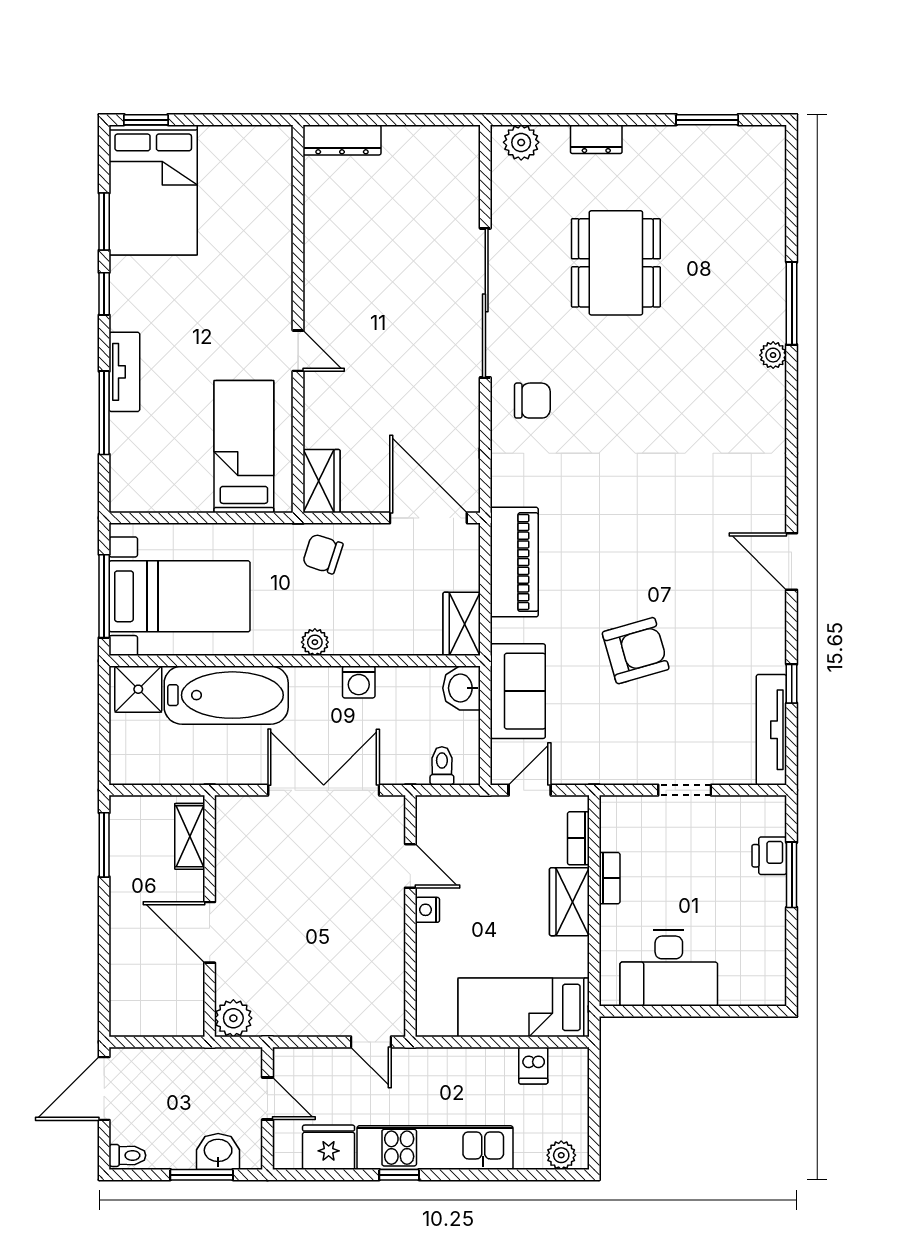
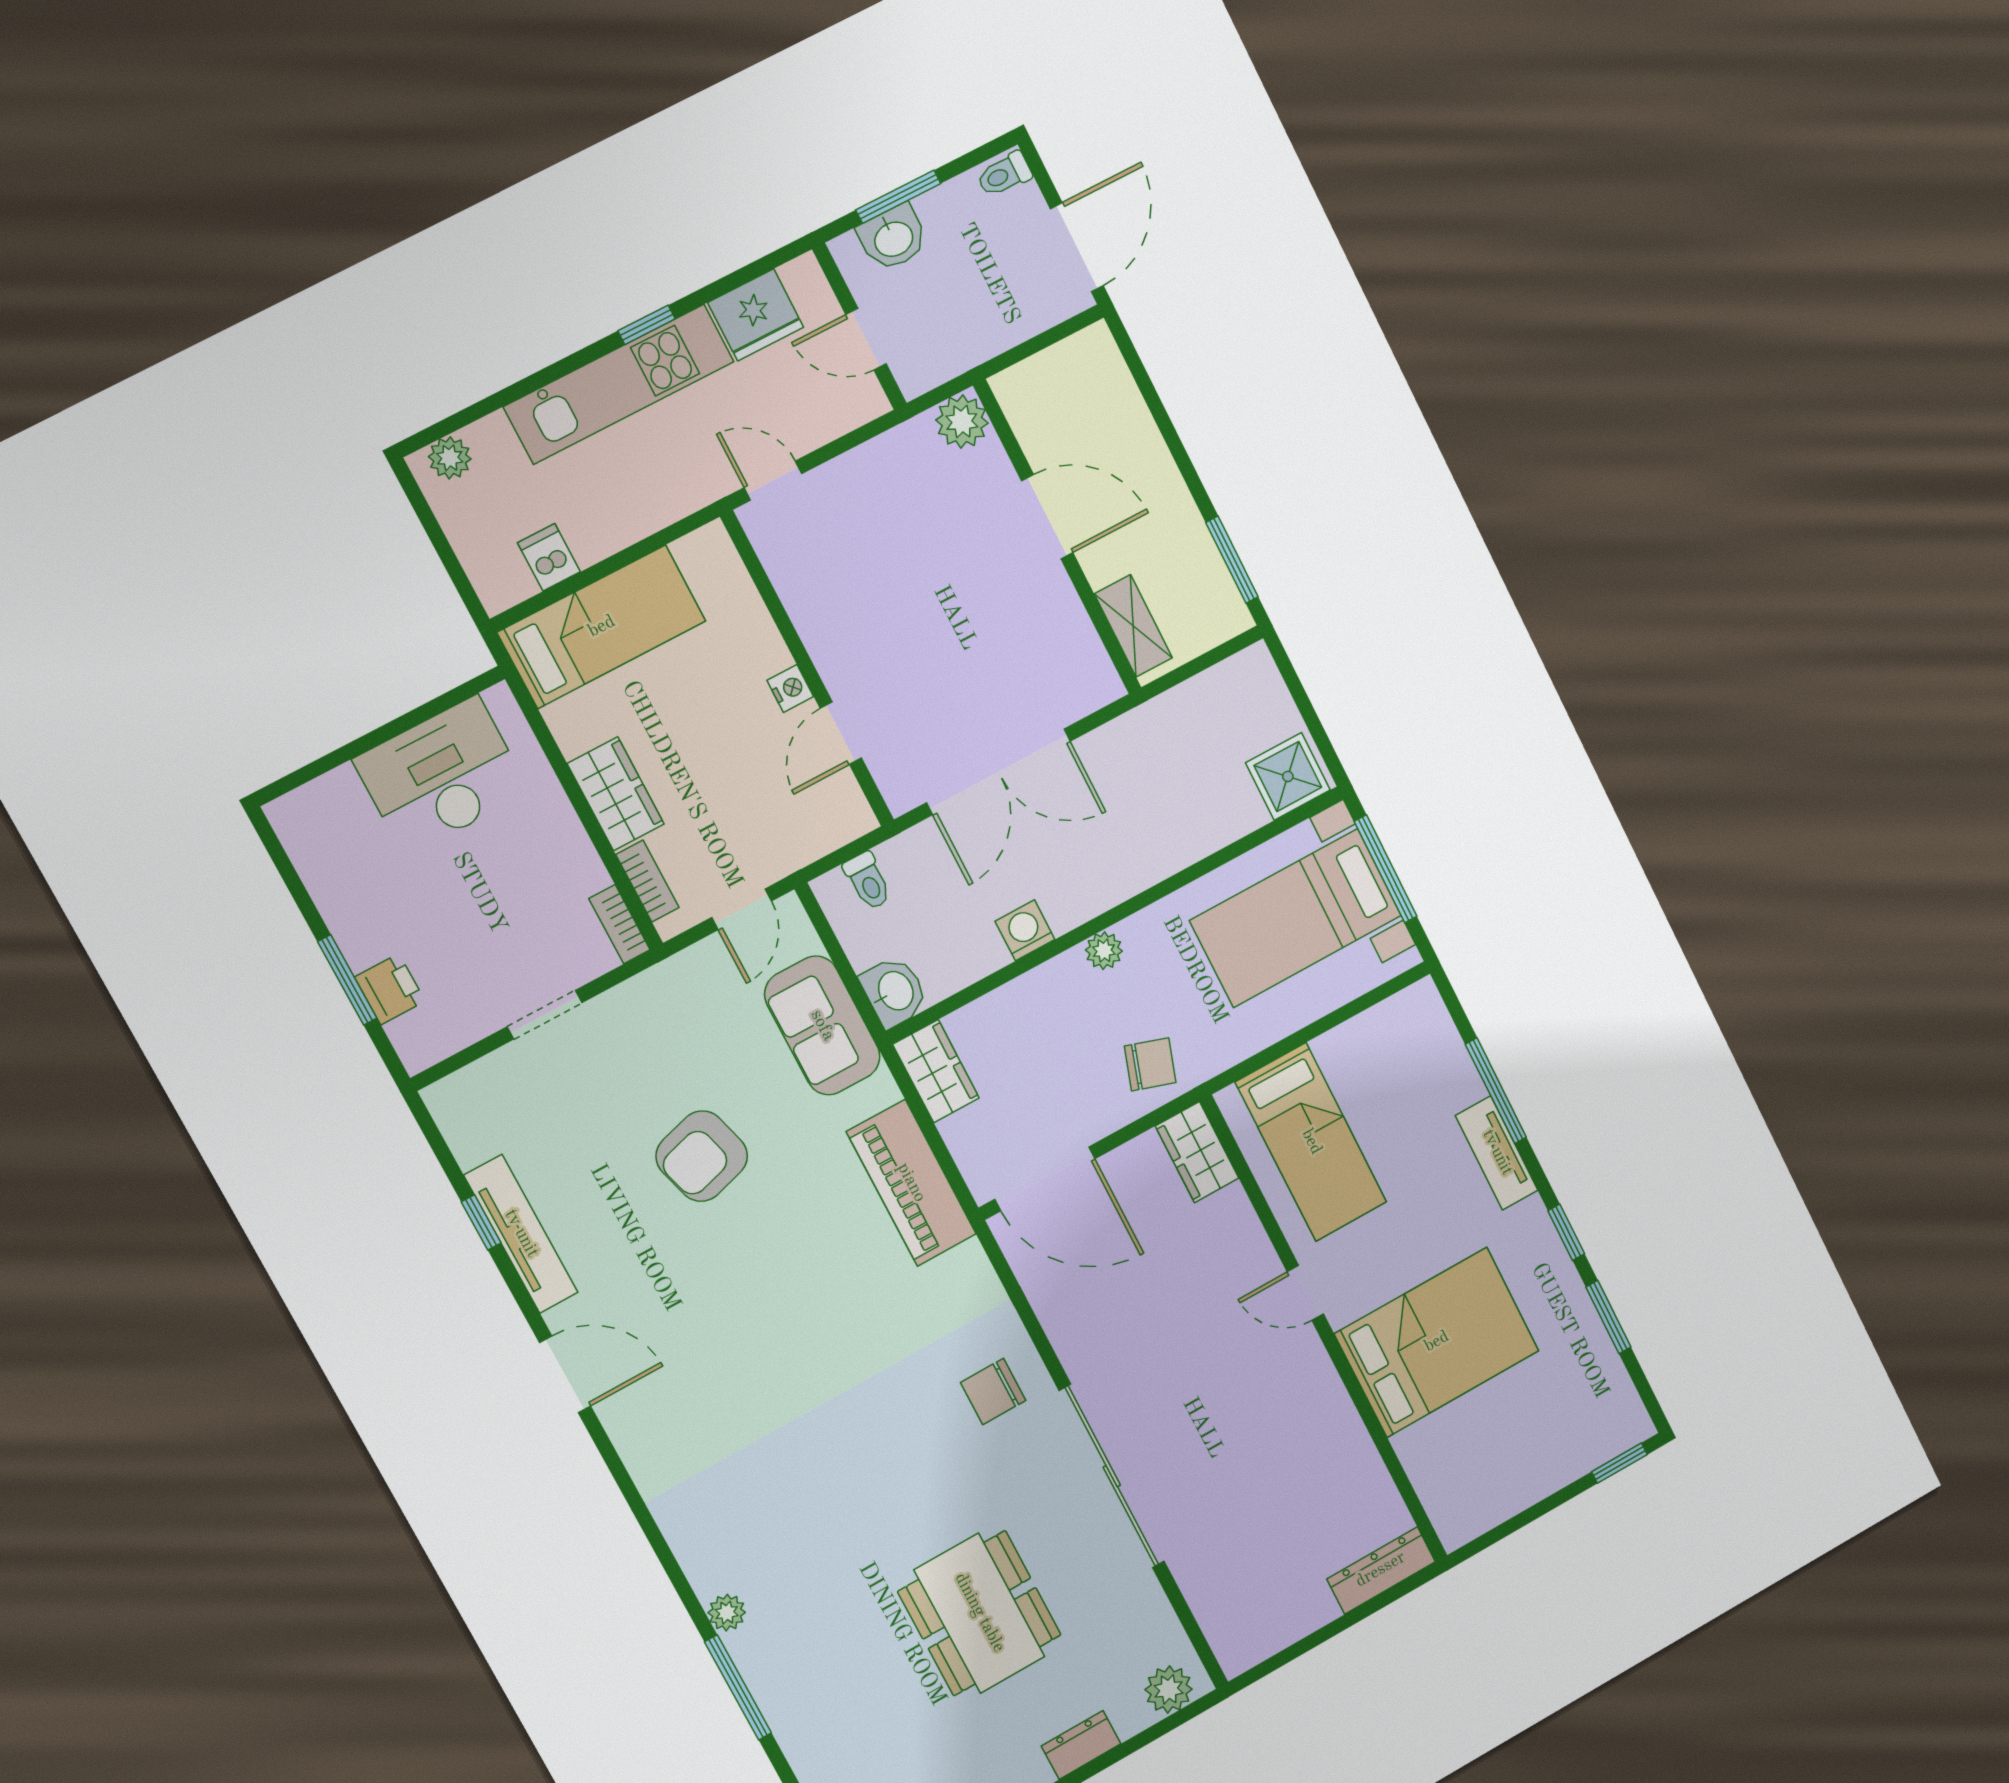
bed: (153, 190) -> (1437, 1342), moved, turned 90
bathtub: (226, 695) -> (1178, 827), removed
tv unit: (771, 730) -> (521, 1234), moved
door: (410, 866) -> (841, 733), hinge flipped
bookcase: (610, 878) -> (619, 924), moved

